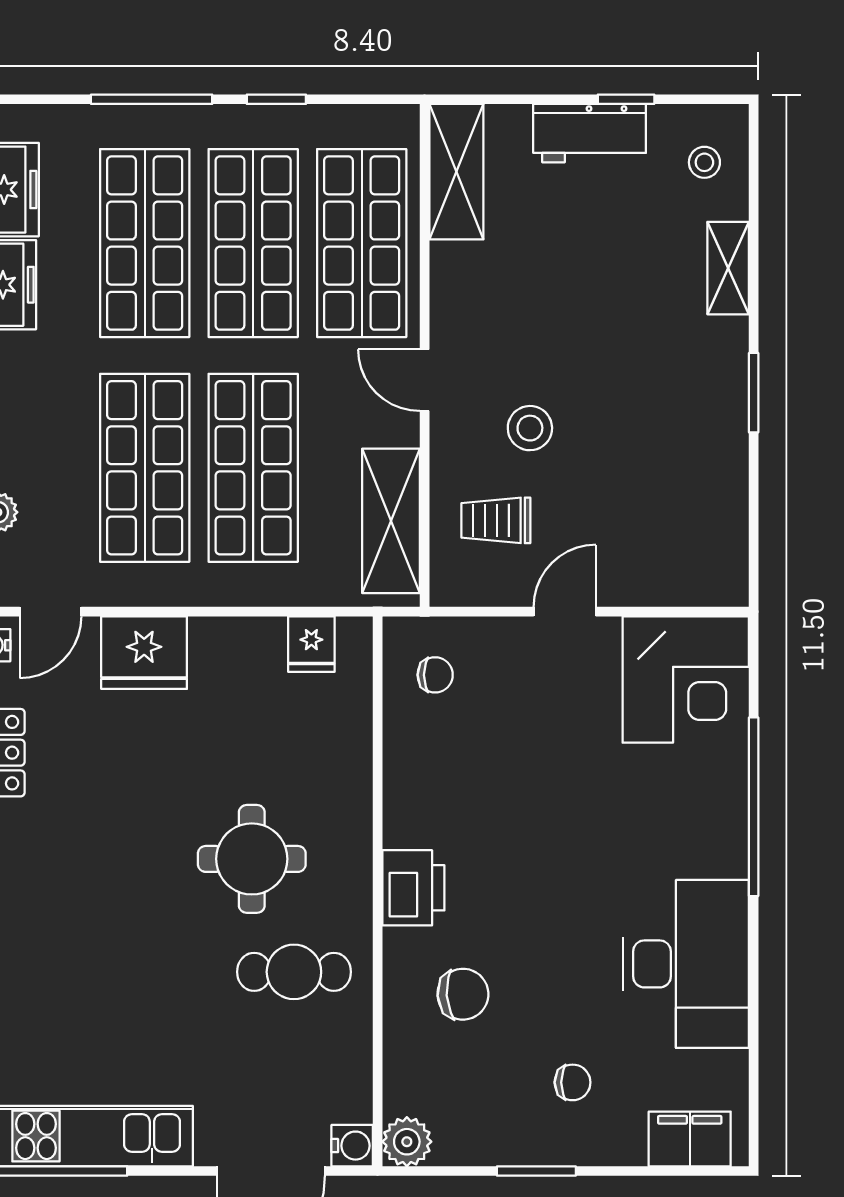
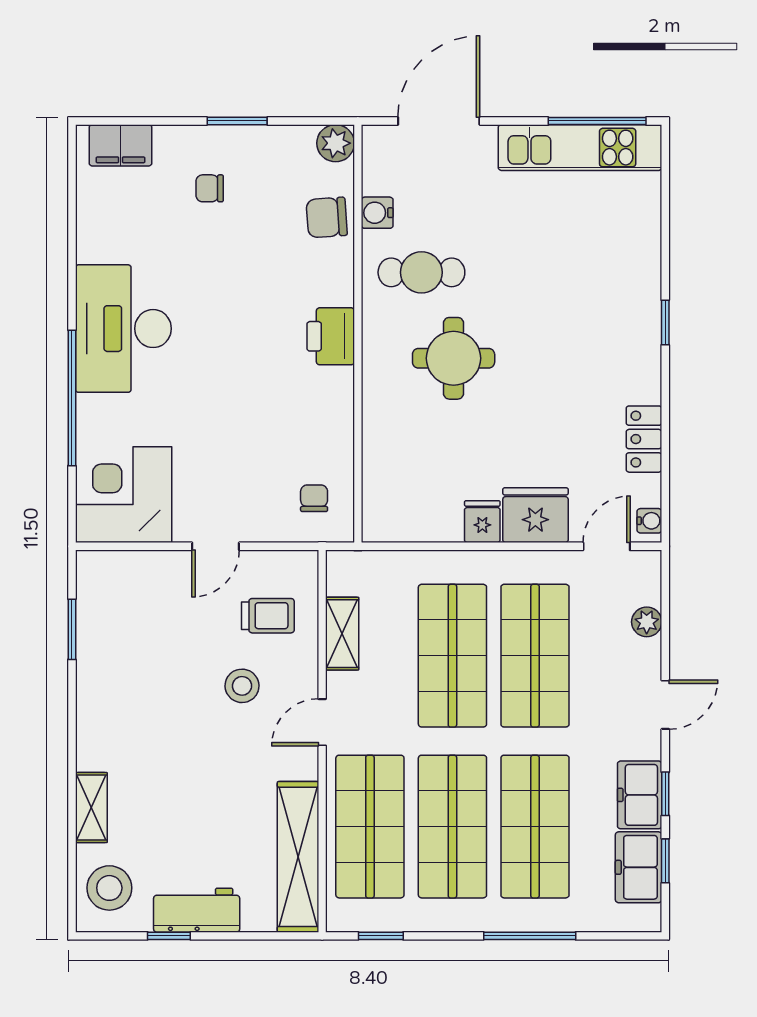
window: (276, 99) -> (381, 936), moved
stool: (704, 162) -> (109, 888), width x1.89, depth x1.89
shelving: (456, 172) -> (298, 857), width x1.47
door: (425, 380) -> (322, 722), swing flipped
window: (754, 393) -> (72, 629), moved
shelving: (391, 521) -> (342, 634), width x0.67, depth x0.75
fridge: (311, 644) -> (482, 522), moved
chair: (435, 675) -> (314, 498), turned 90
desk: (686, 964) -> (123, 329), moved
chair: (463, 994) -> (327, 217), moved
water cooler: (352, 1146) -> (377, 213), moved

